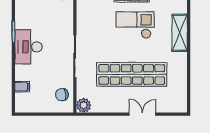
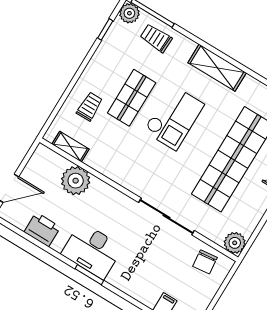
checkout: (135, 25) -> (174, 118), turned 180
desk: (28, 47) -> (92, 251), moved

